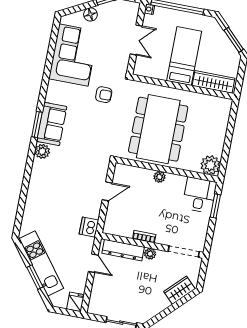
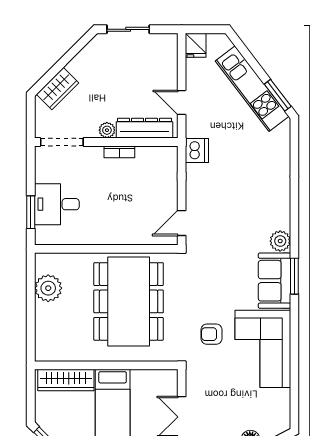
corner sofa: (74, 55) -> (263, 349), moved
plant: (210, 165) -> (48, 288), moved
plant: (159, 177) -> (114, 237), removed
door: (107, 191) -> (182, 223), moved
desk: (199, 195) -> (57, 204), moved, turned 90
window: (35, 277) -> (278, 95), moved

